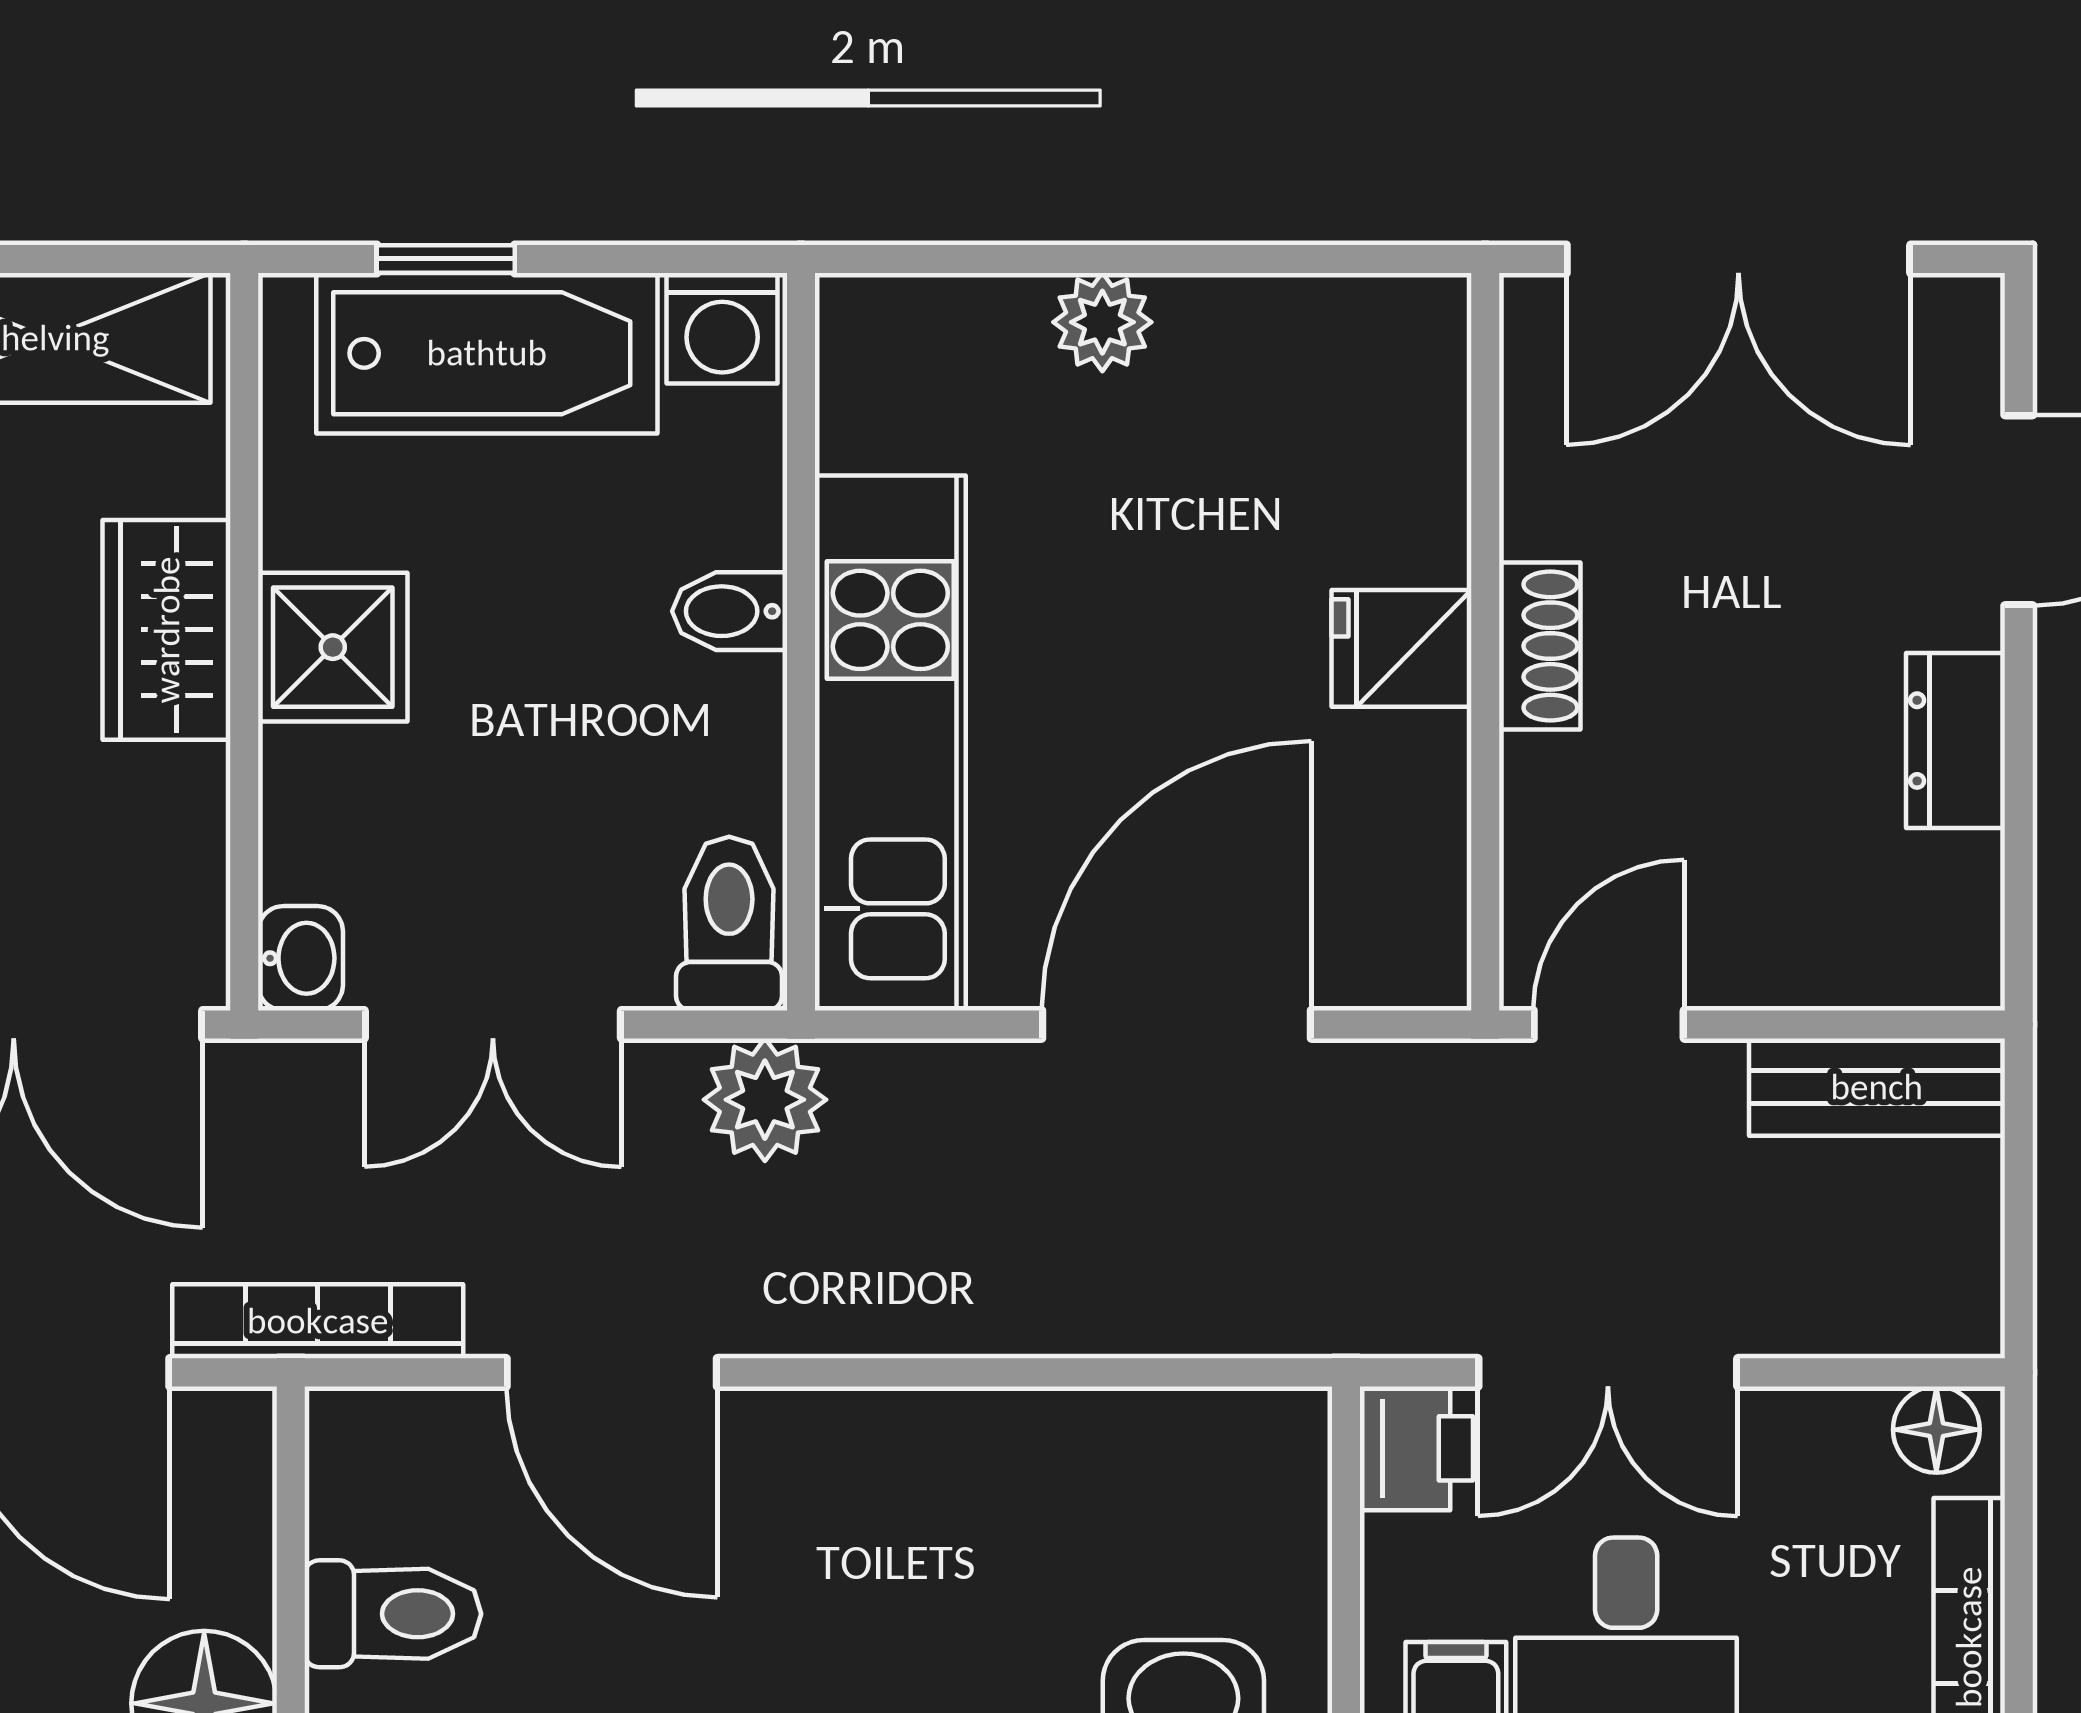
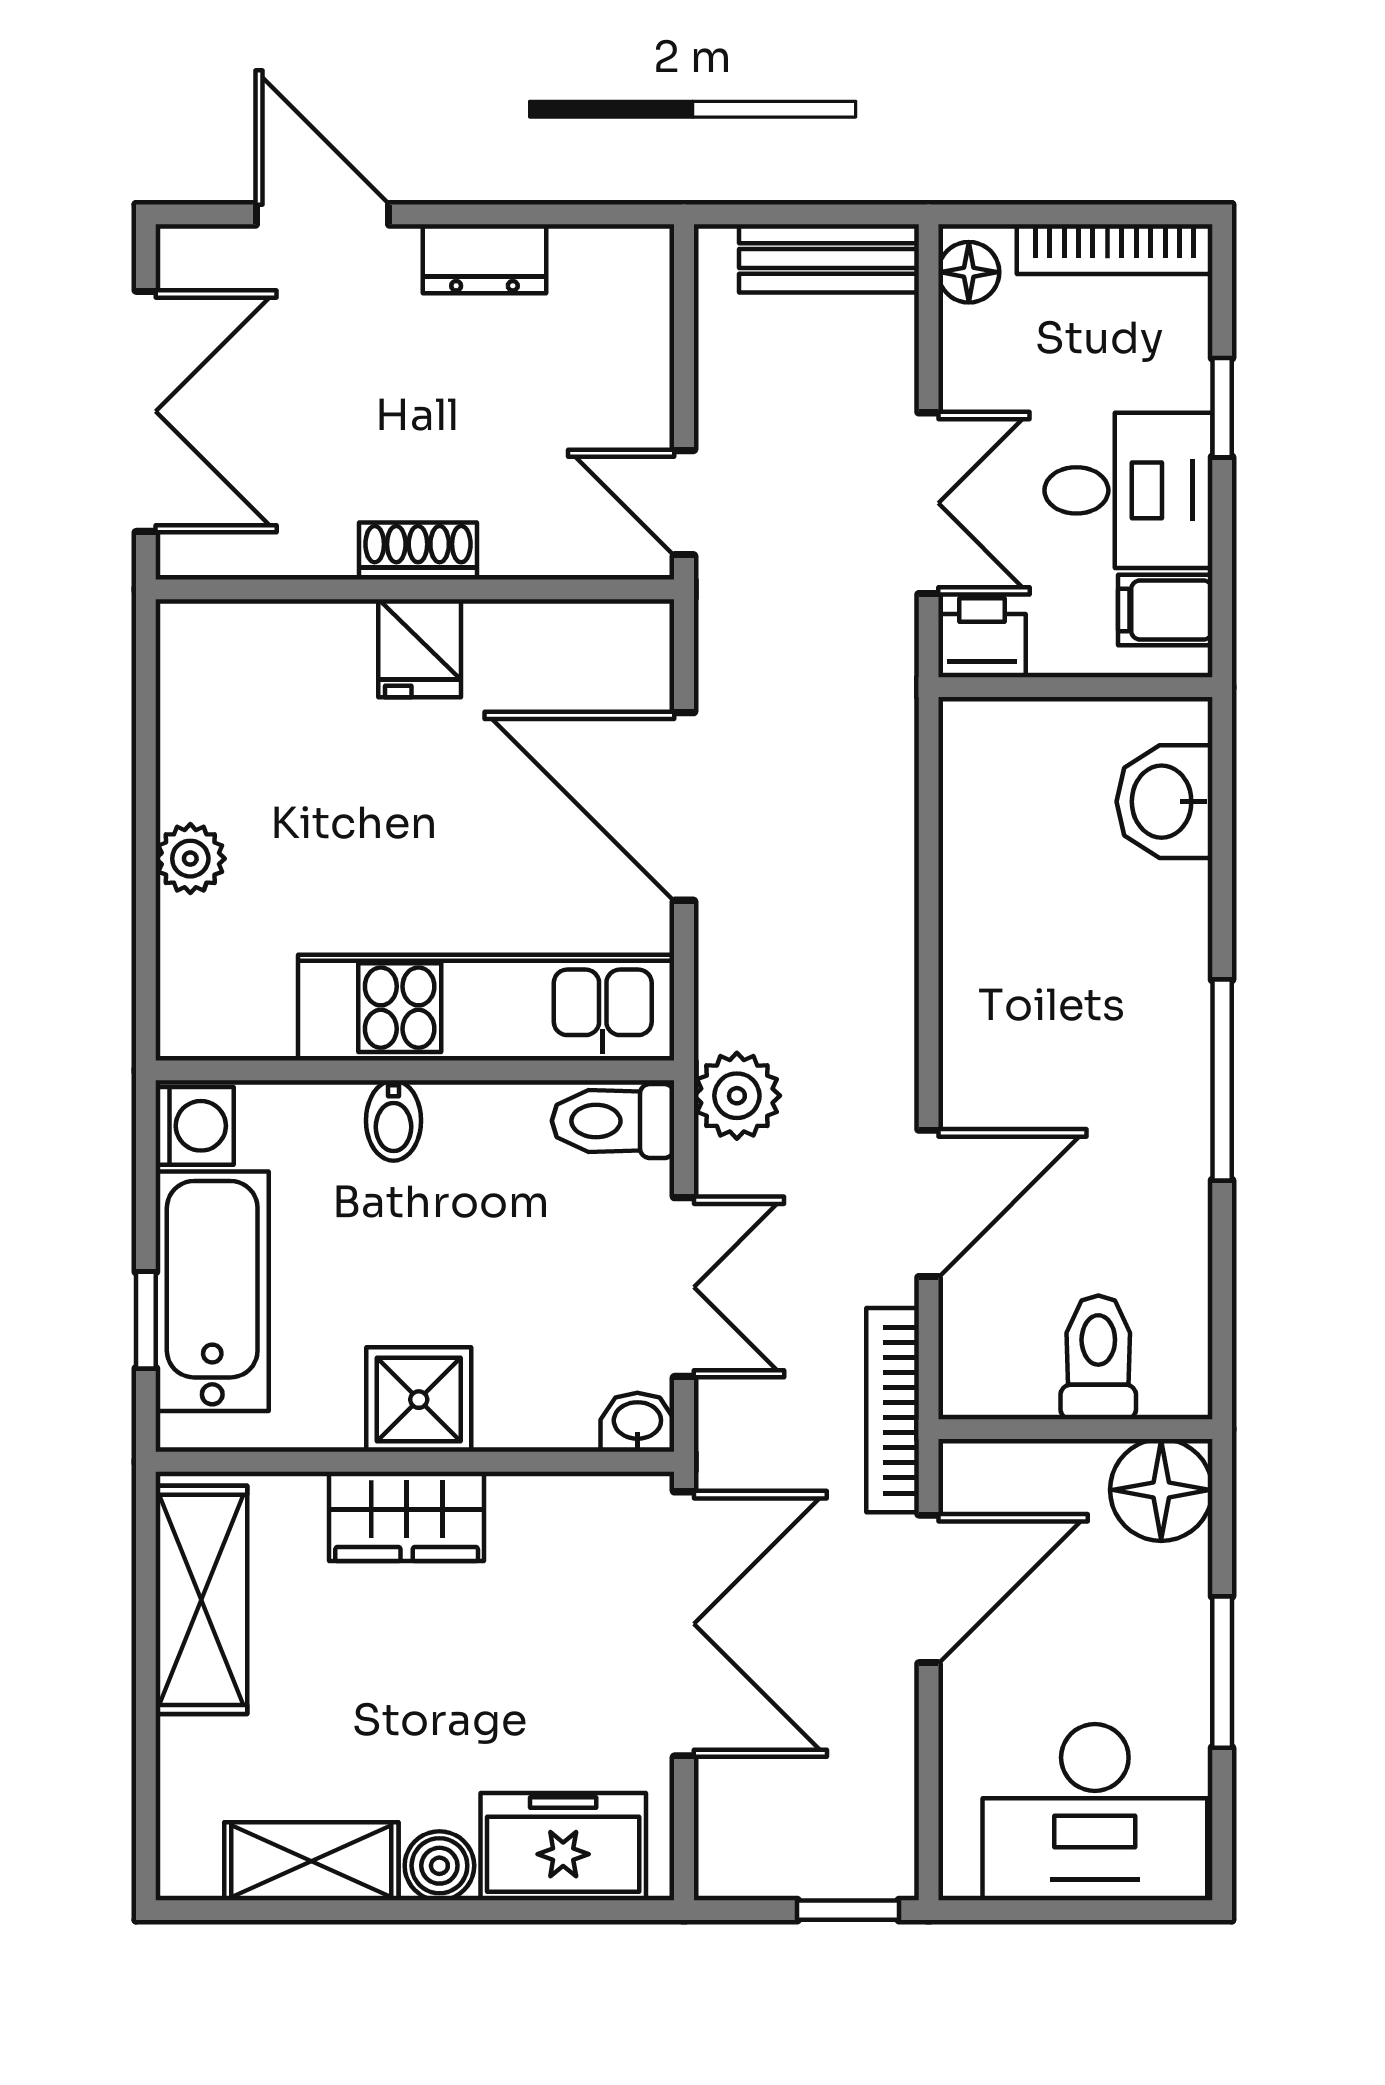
bench: (1877, 1087) -> (829, 258), moved, turned 90

